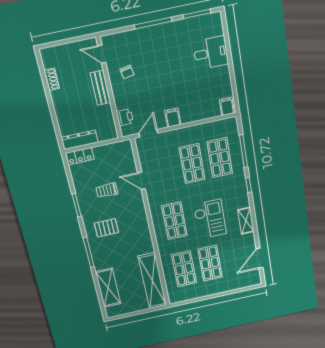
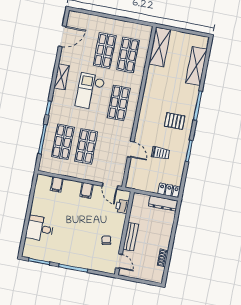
filing cabinet: (227, 106) -> (57, 184), moved
door: (148, 133) -> (110, 186), hinge flipped
shelving: (152, 281) -> (160, 47), width x0.68

